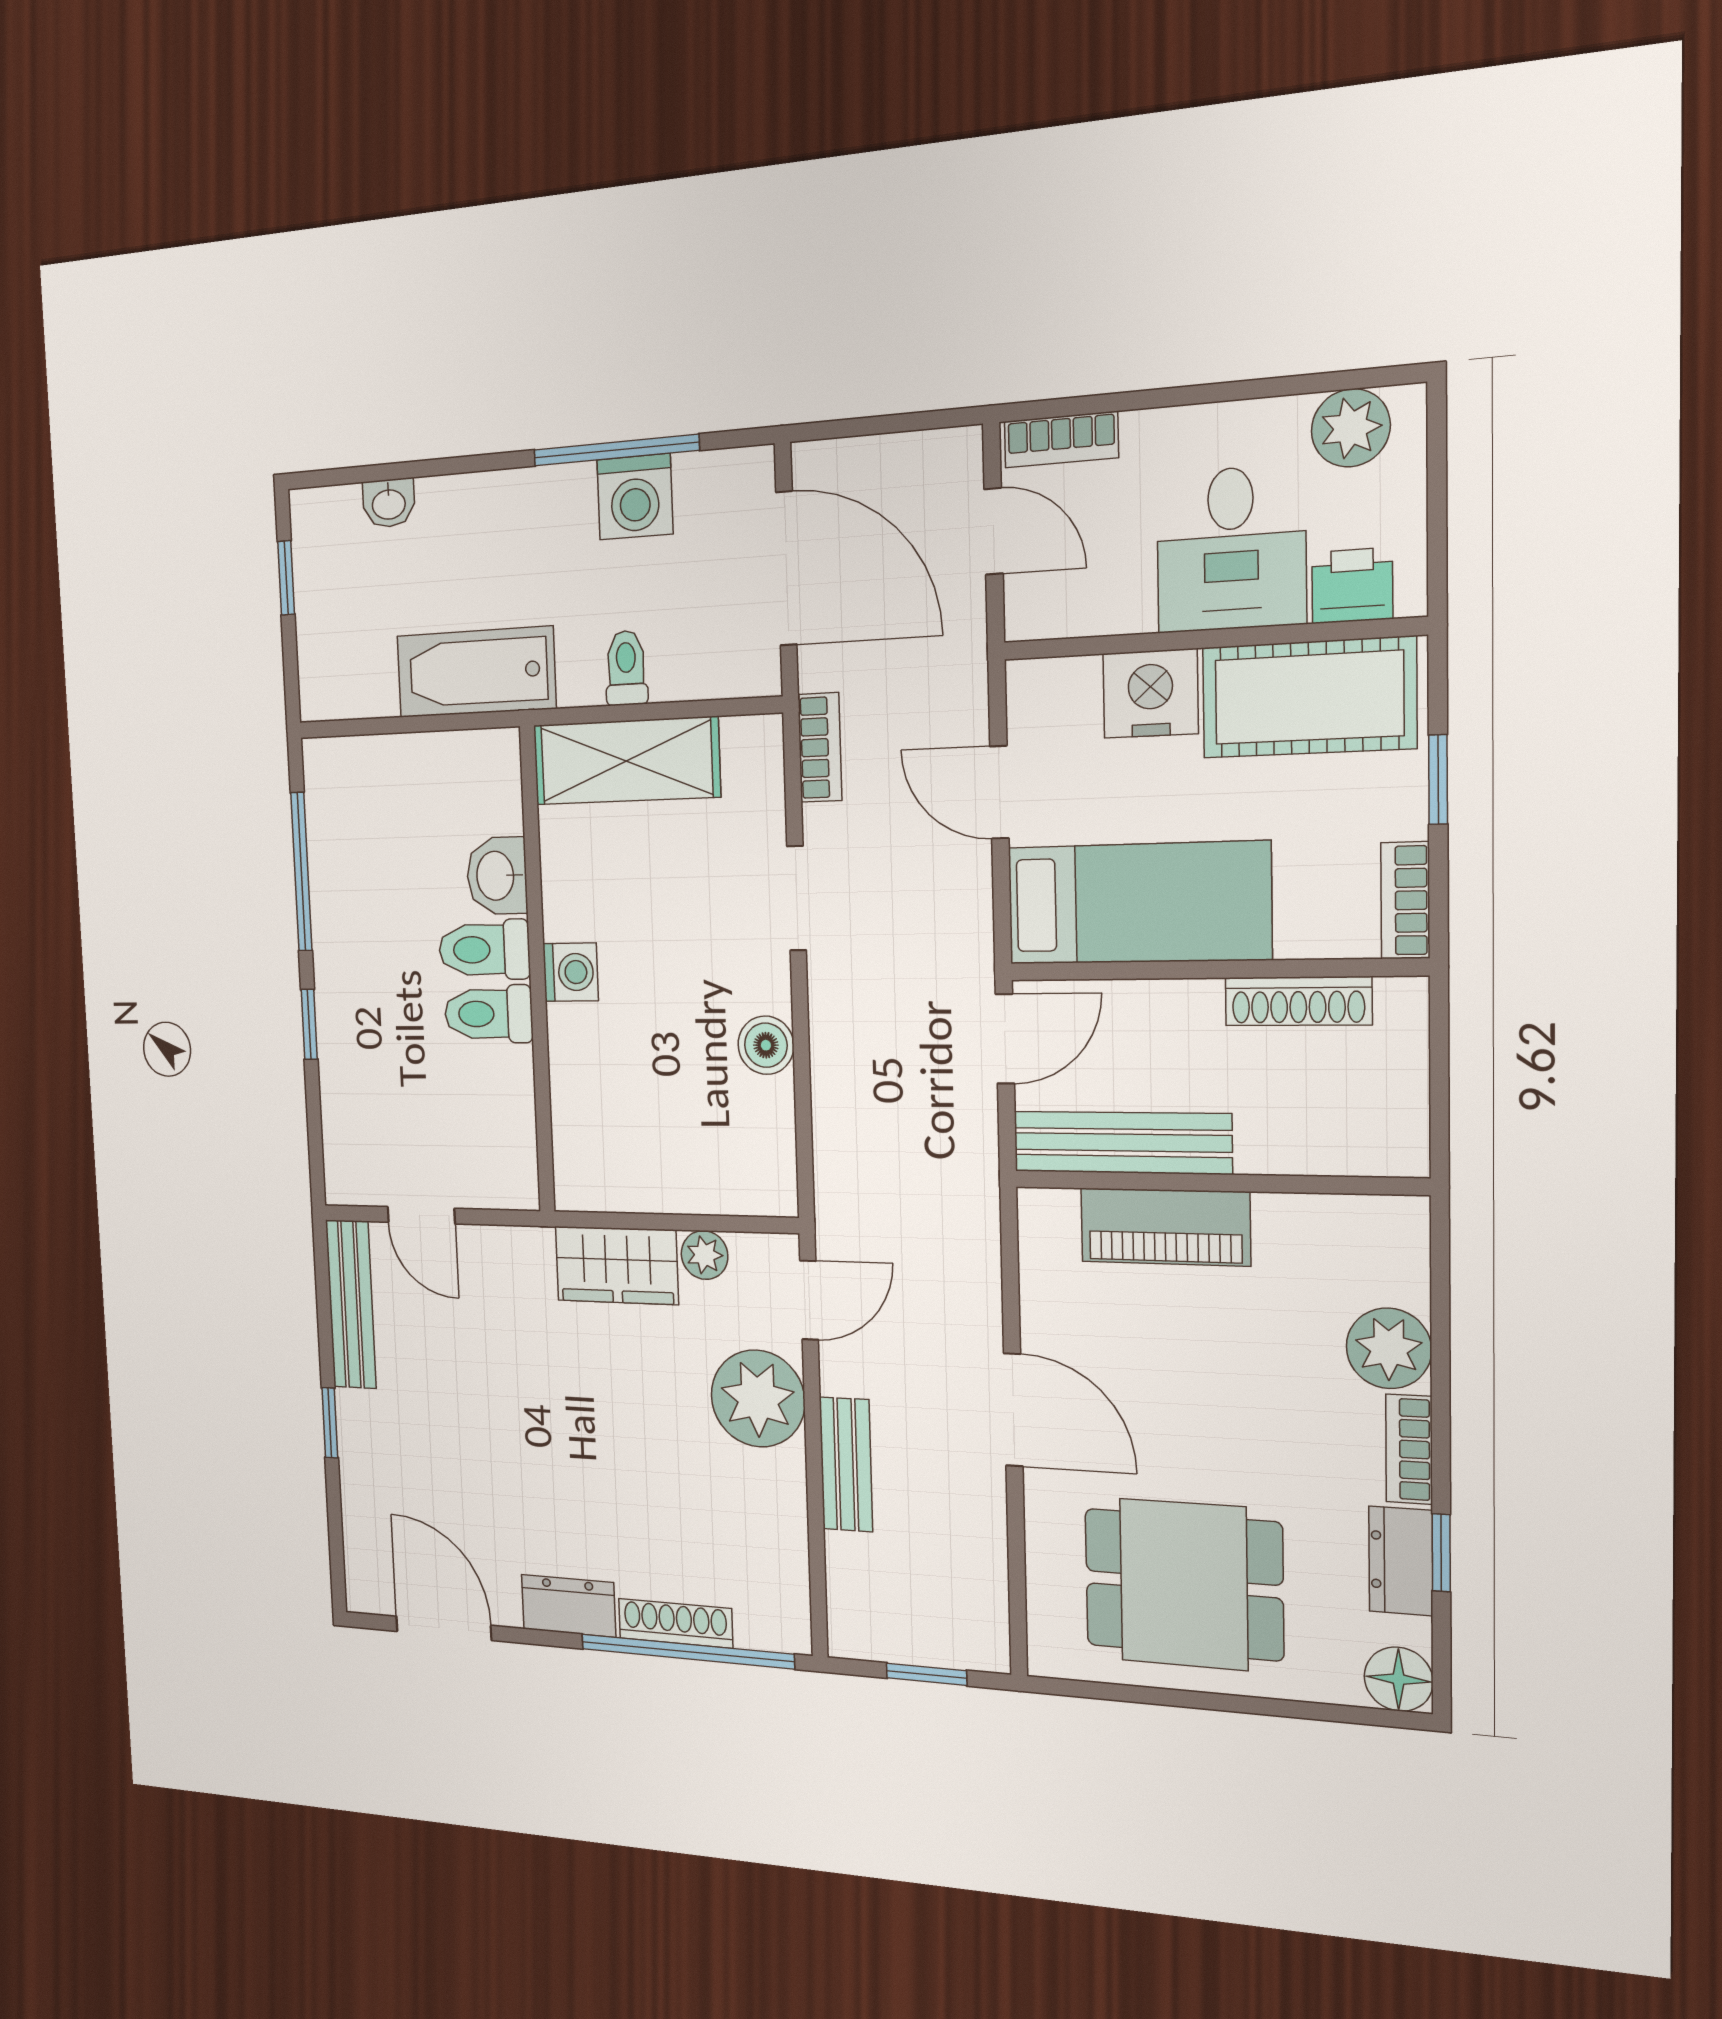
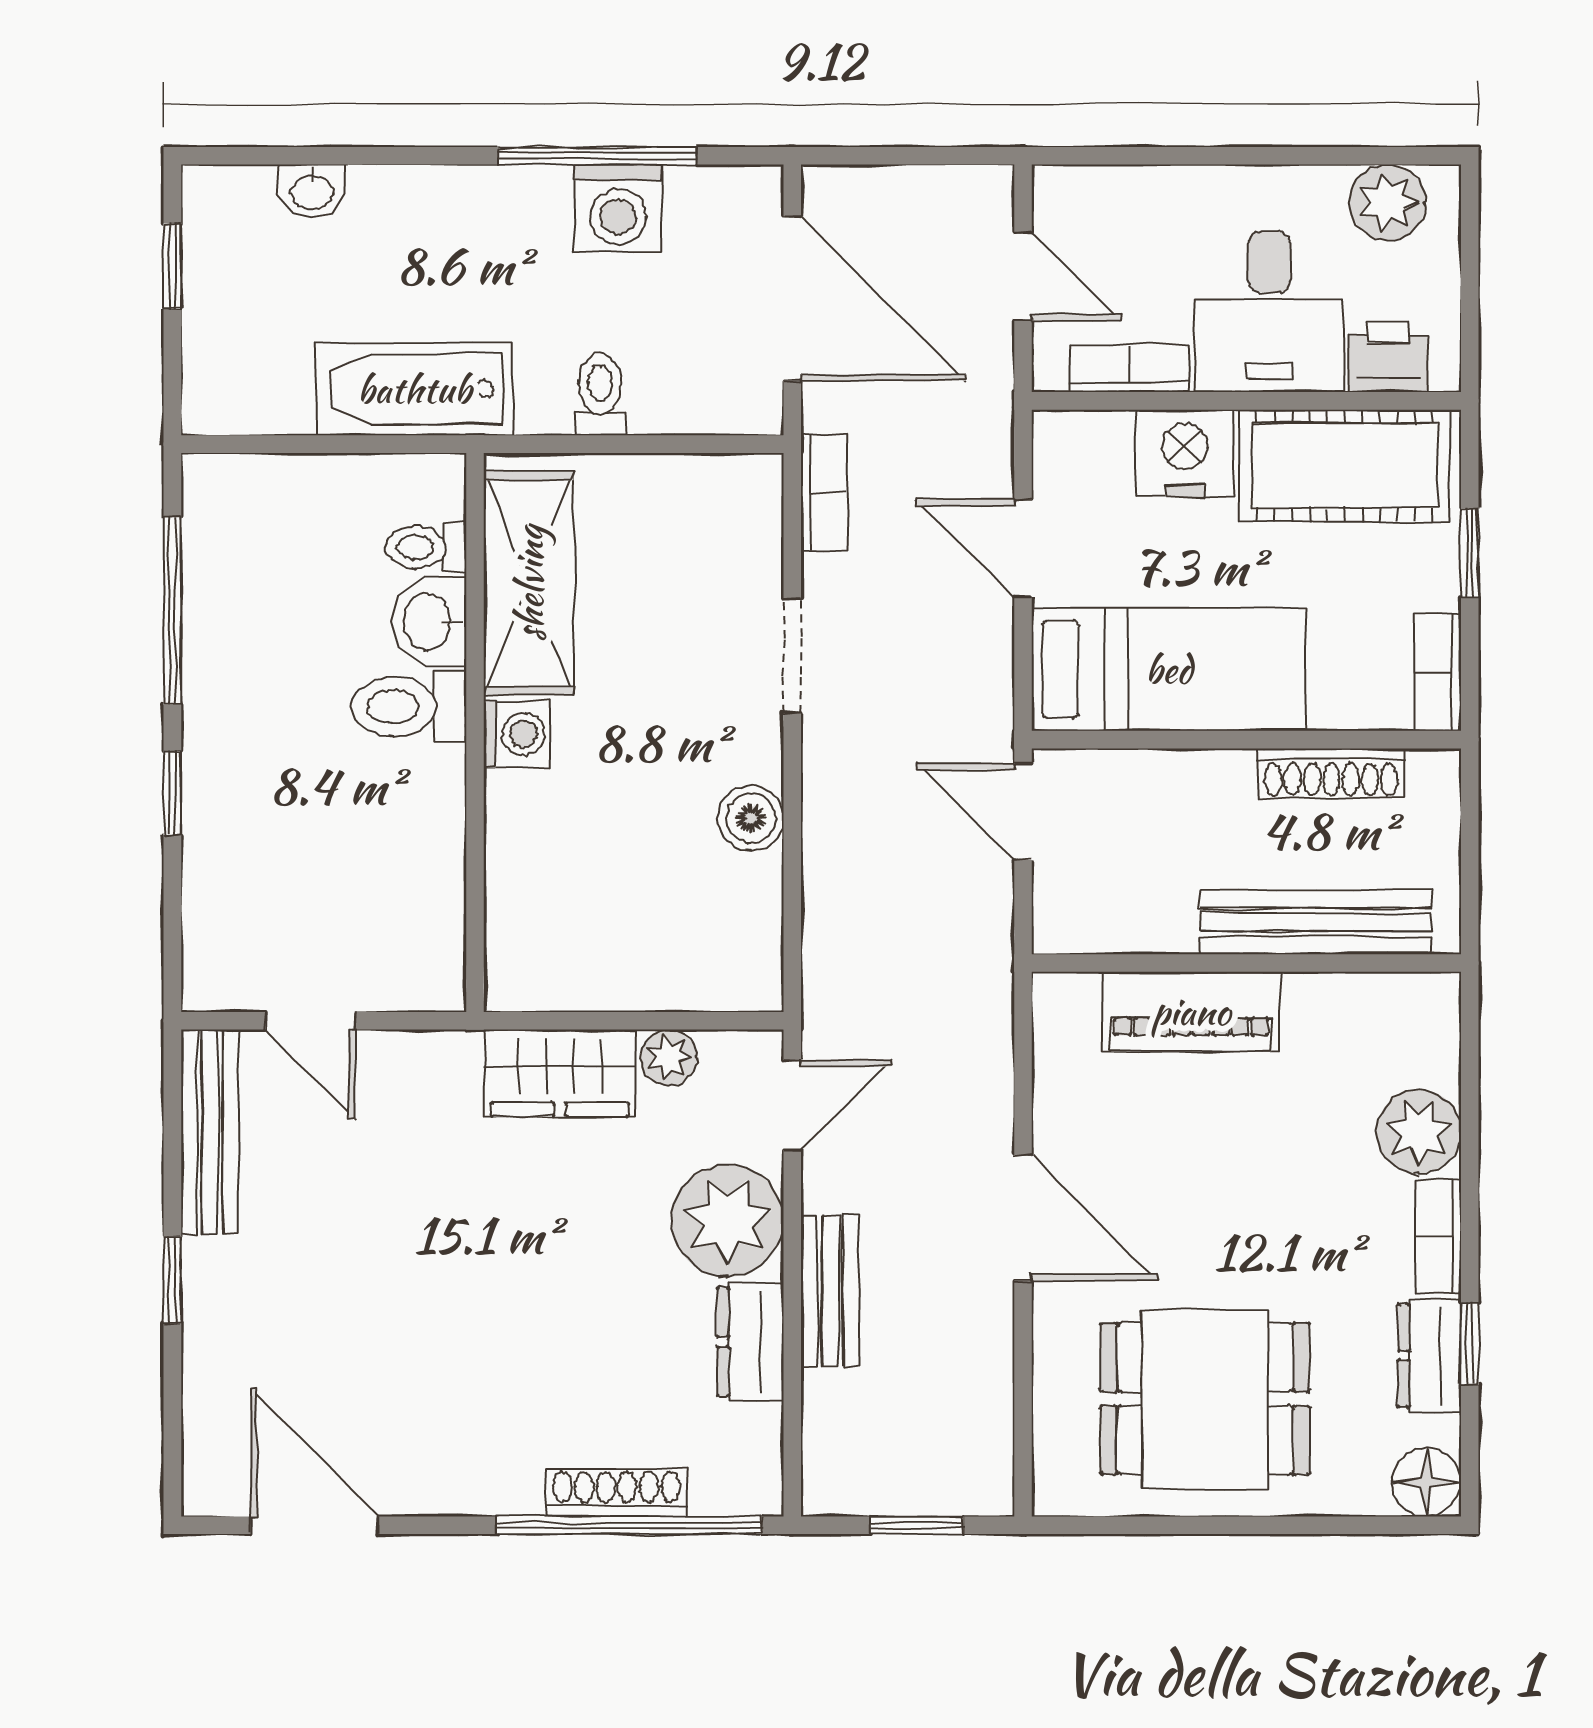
bookcase: (1061, 440) -> (1130, 368), moved, turned 180
shelving: (626, 761) -> (529, 583), moved, turned 90
toilet: (488, 1014) -> (426, 547), moved, width x0.73, depth x0.72
door: (1005, 1039) -> (1023, 812), swing flipped
bench: (1122, 1143) -> (1316, 922), moved
dresser: (568, 1606) -> (750, 1342), moved, turned -90

